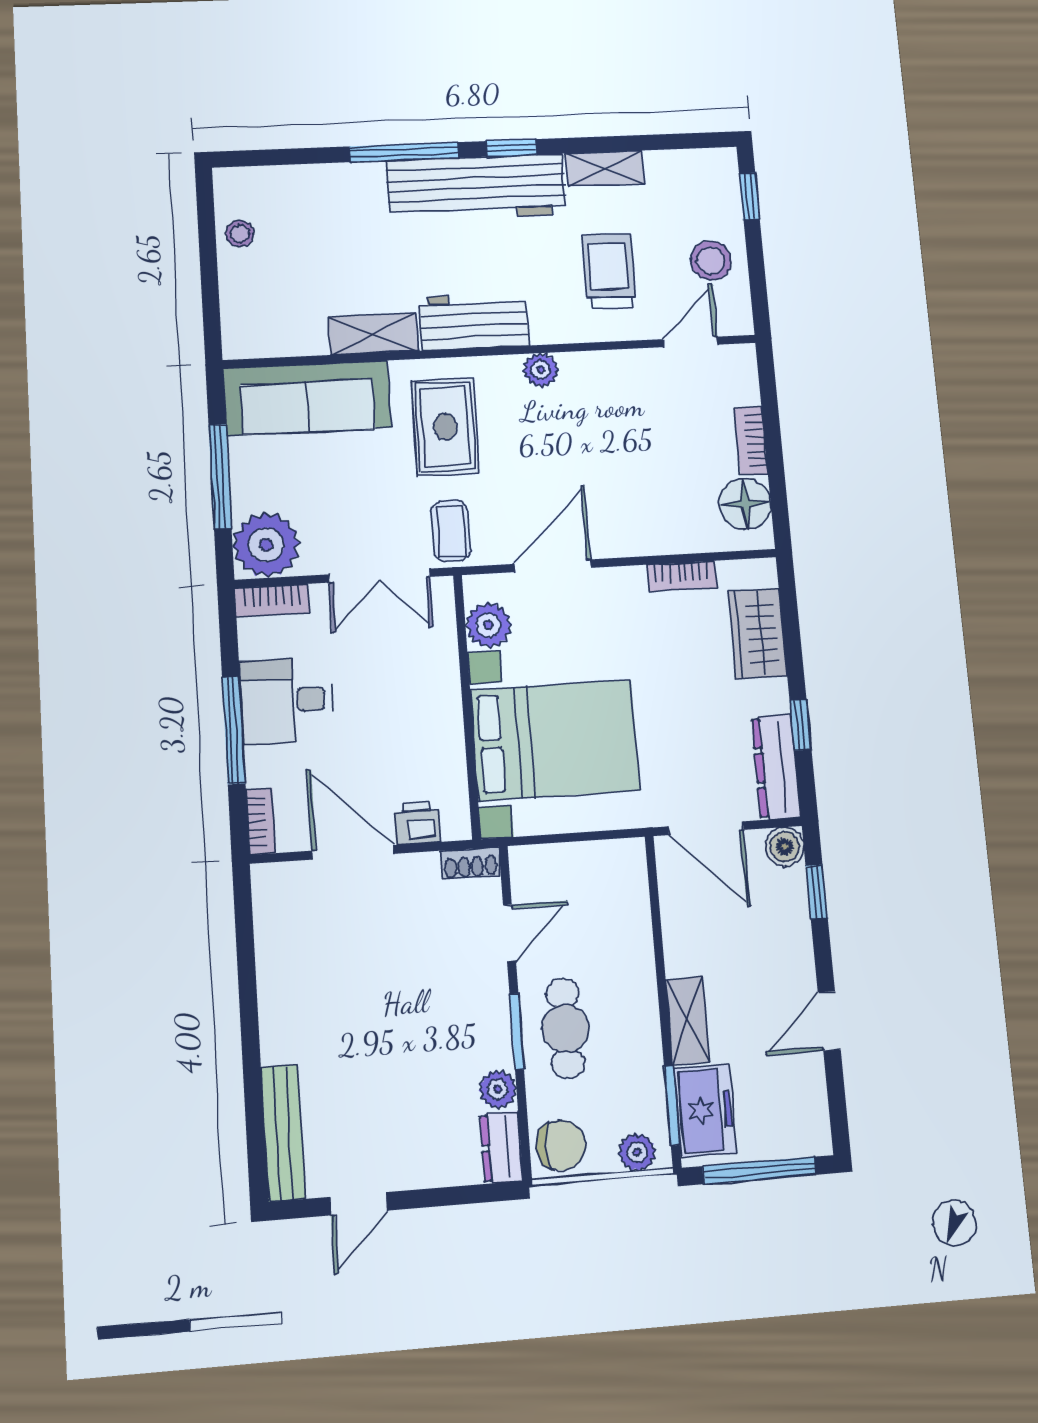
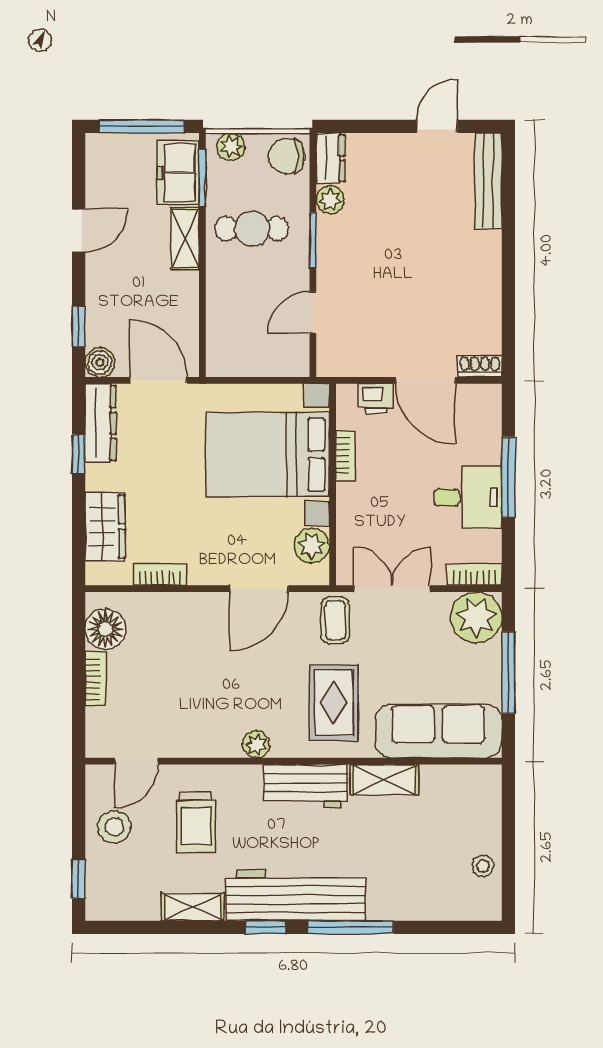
bookcase: (261, 821) -> (346, 456), moved, turned 180
shoe rack: (471, 863) -> (480, 366), moved
cafe table: (565, 1028) -> (252, 229), moved, turned 90

